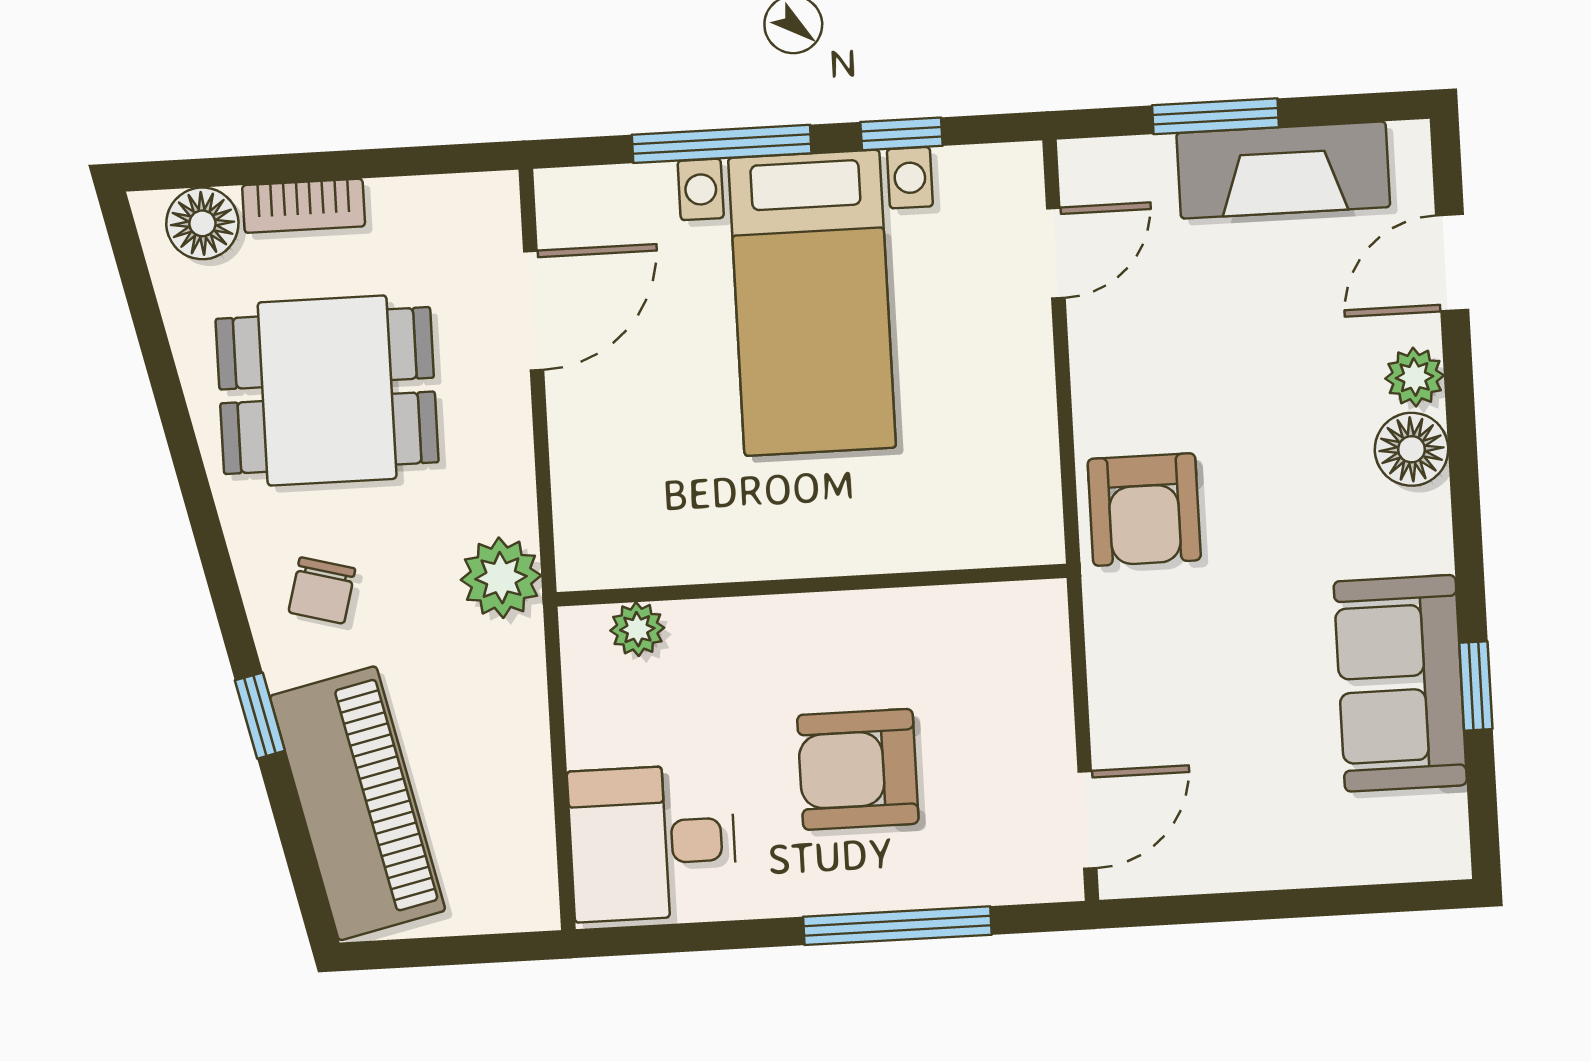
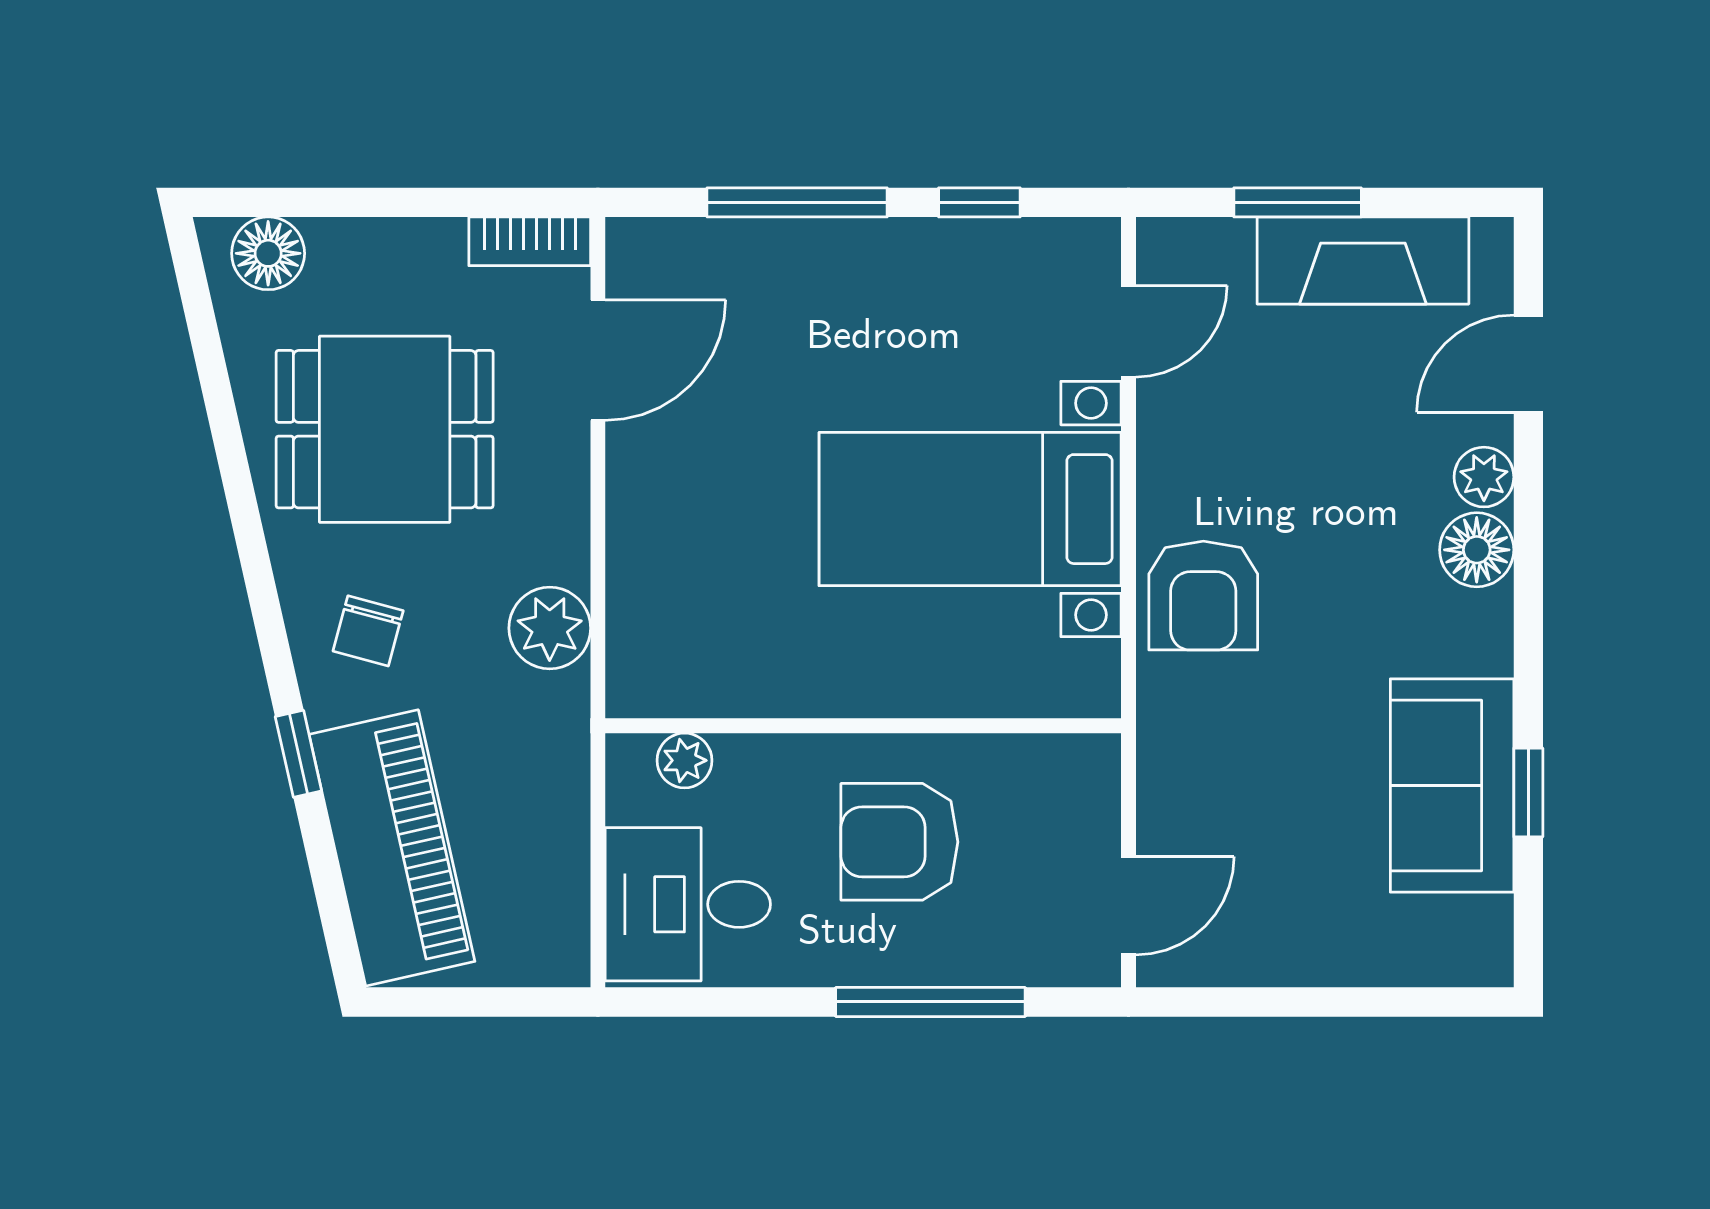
bookcase: (304, 206) -> (530, 241), moved
bed with nightstands: (812, 303) -> (970, 509), moved, turned 90
wall: (812, 585) -> (863, 726), moved
plant: (637, 629) -> (684, 760), moved

